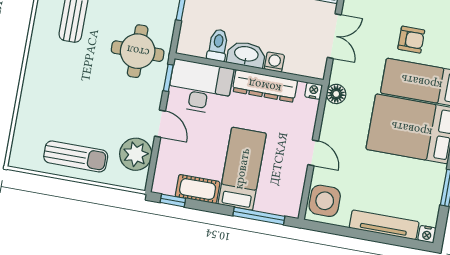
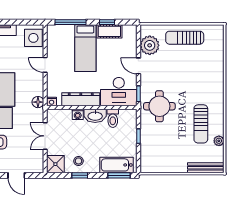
window: (173, 200) -> (107, 22), moved

